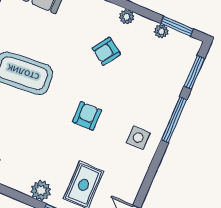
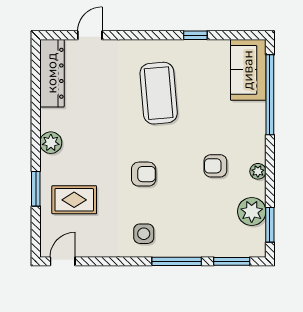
plant: (161, 31) -> (252, 211), width x1.88, depth x1.88
armchair: (106, 51) -> (215, 166), turned -34
plant: (41, 190) -> (51, 143), moved

